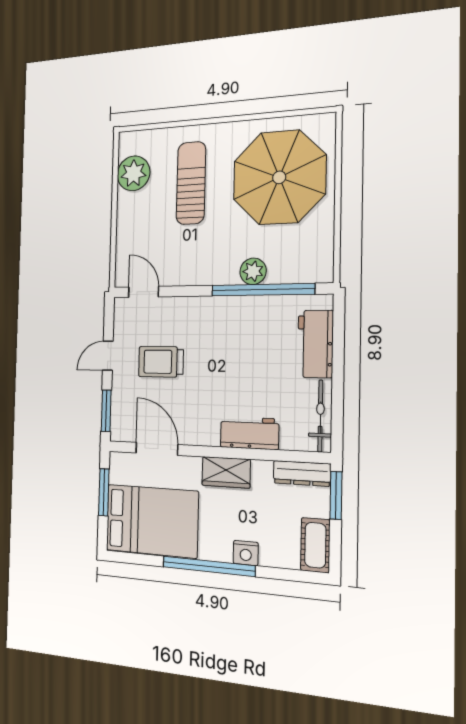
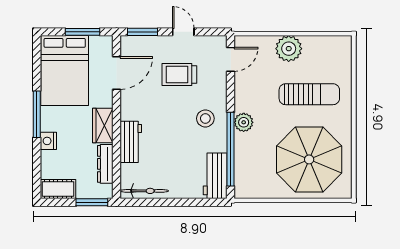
plant: (134, 173) -> (289, 49), moved
plant: (253, 271) -> (244, 122), moved
stool: (220, 326) -> (205, 118), added
workbench: (315, 344) -> (215, 176), moved, turned -90
trolley: (161, 362) -> (179, 74), turned -90
dresser: (302, 473) -> (105, 164), moved
window: (209, 566) -> (37, 114), width x0.68

